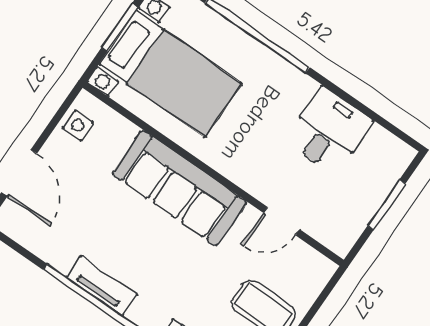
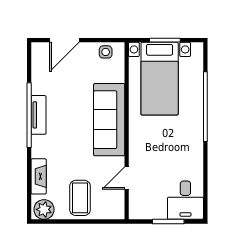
desk: (329, 131) -> (185, 200), moved, turned 90
door: (282, 221) -> (127, 178), hinge flipped

